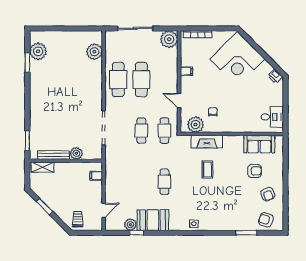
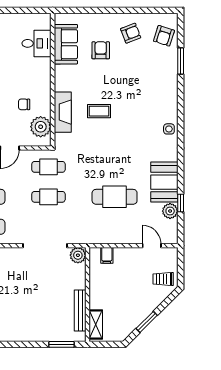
desk: (272, 117) -> (37, 43), moved, turned 90
plant: (76, 153) -> (78, 255), moved
cafe table: (164, 182) -> (115, 197), moved, width x1.37, depth x1.35

